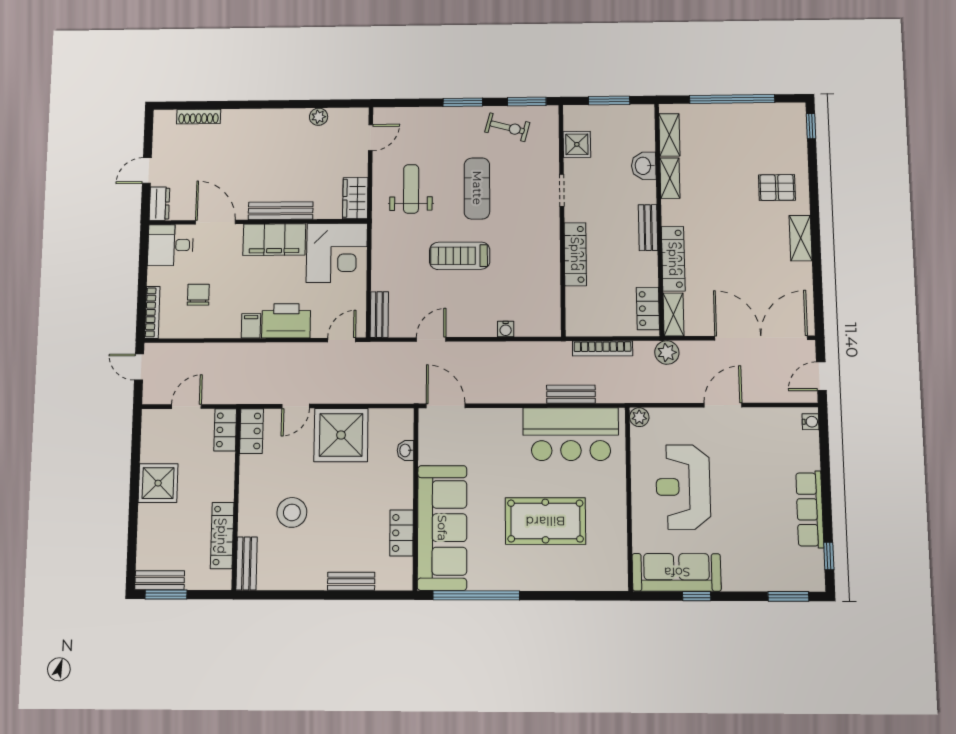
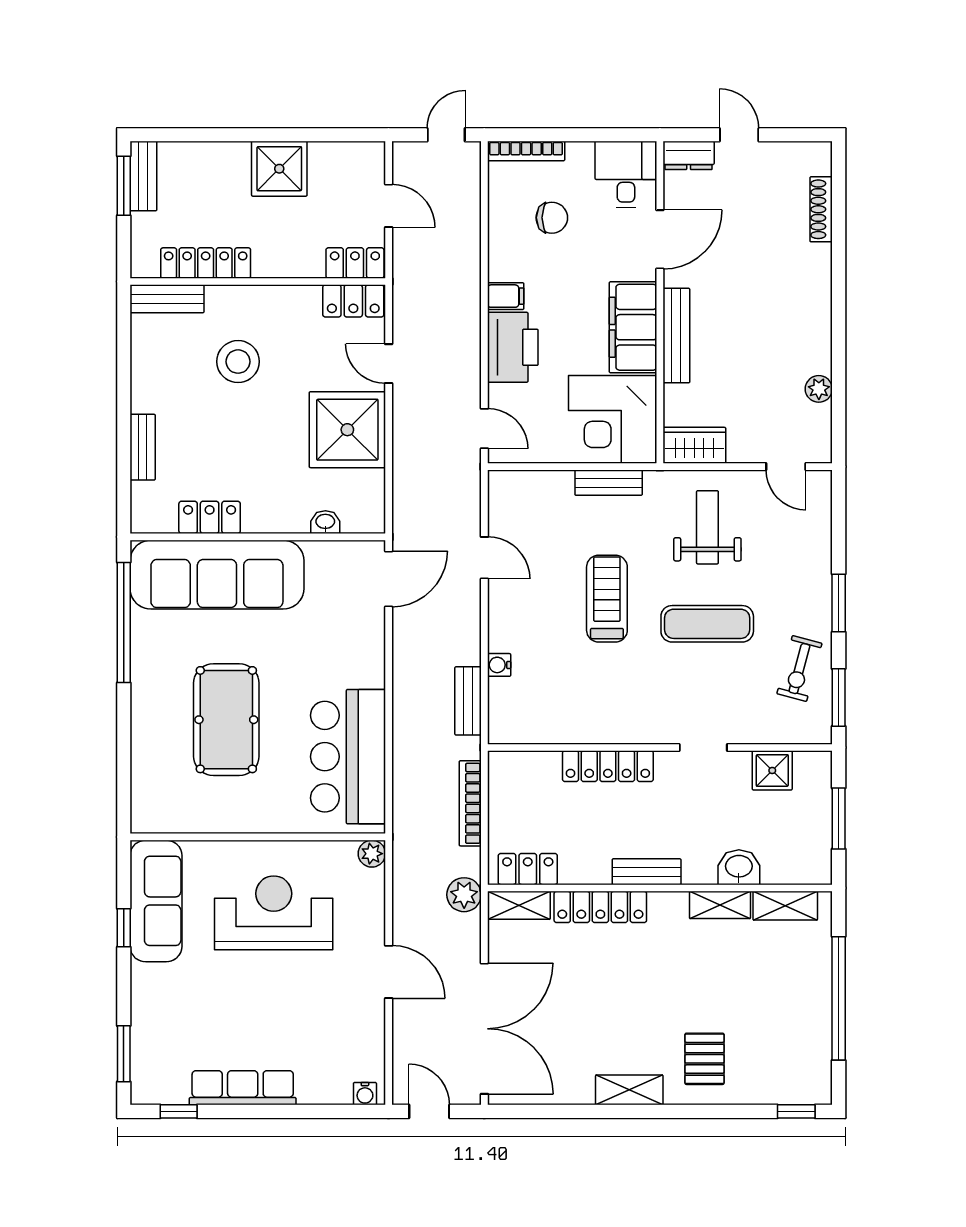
weight bench: (411, 189) -> (707, 527), turned -90
bench: (379, 315) -> (609, 483), moved
bench: (571, 394) -> (468, 701), moved

